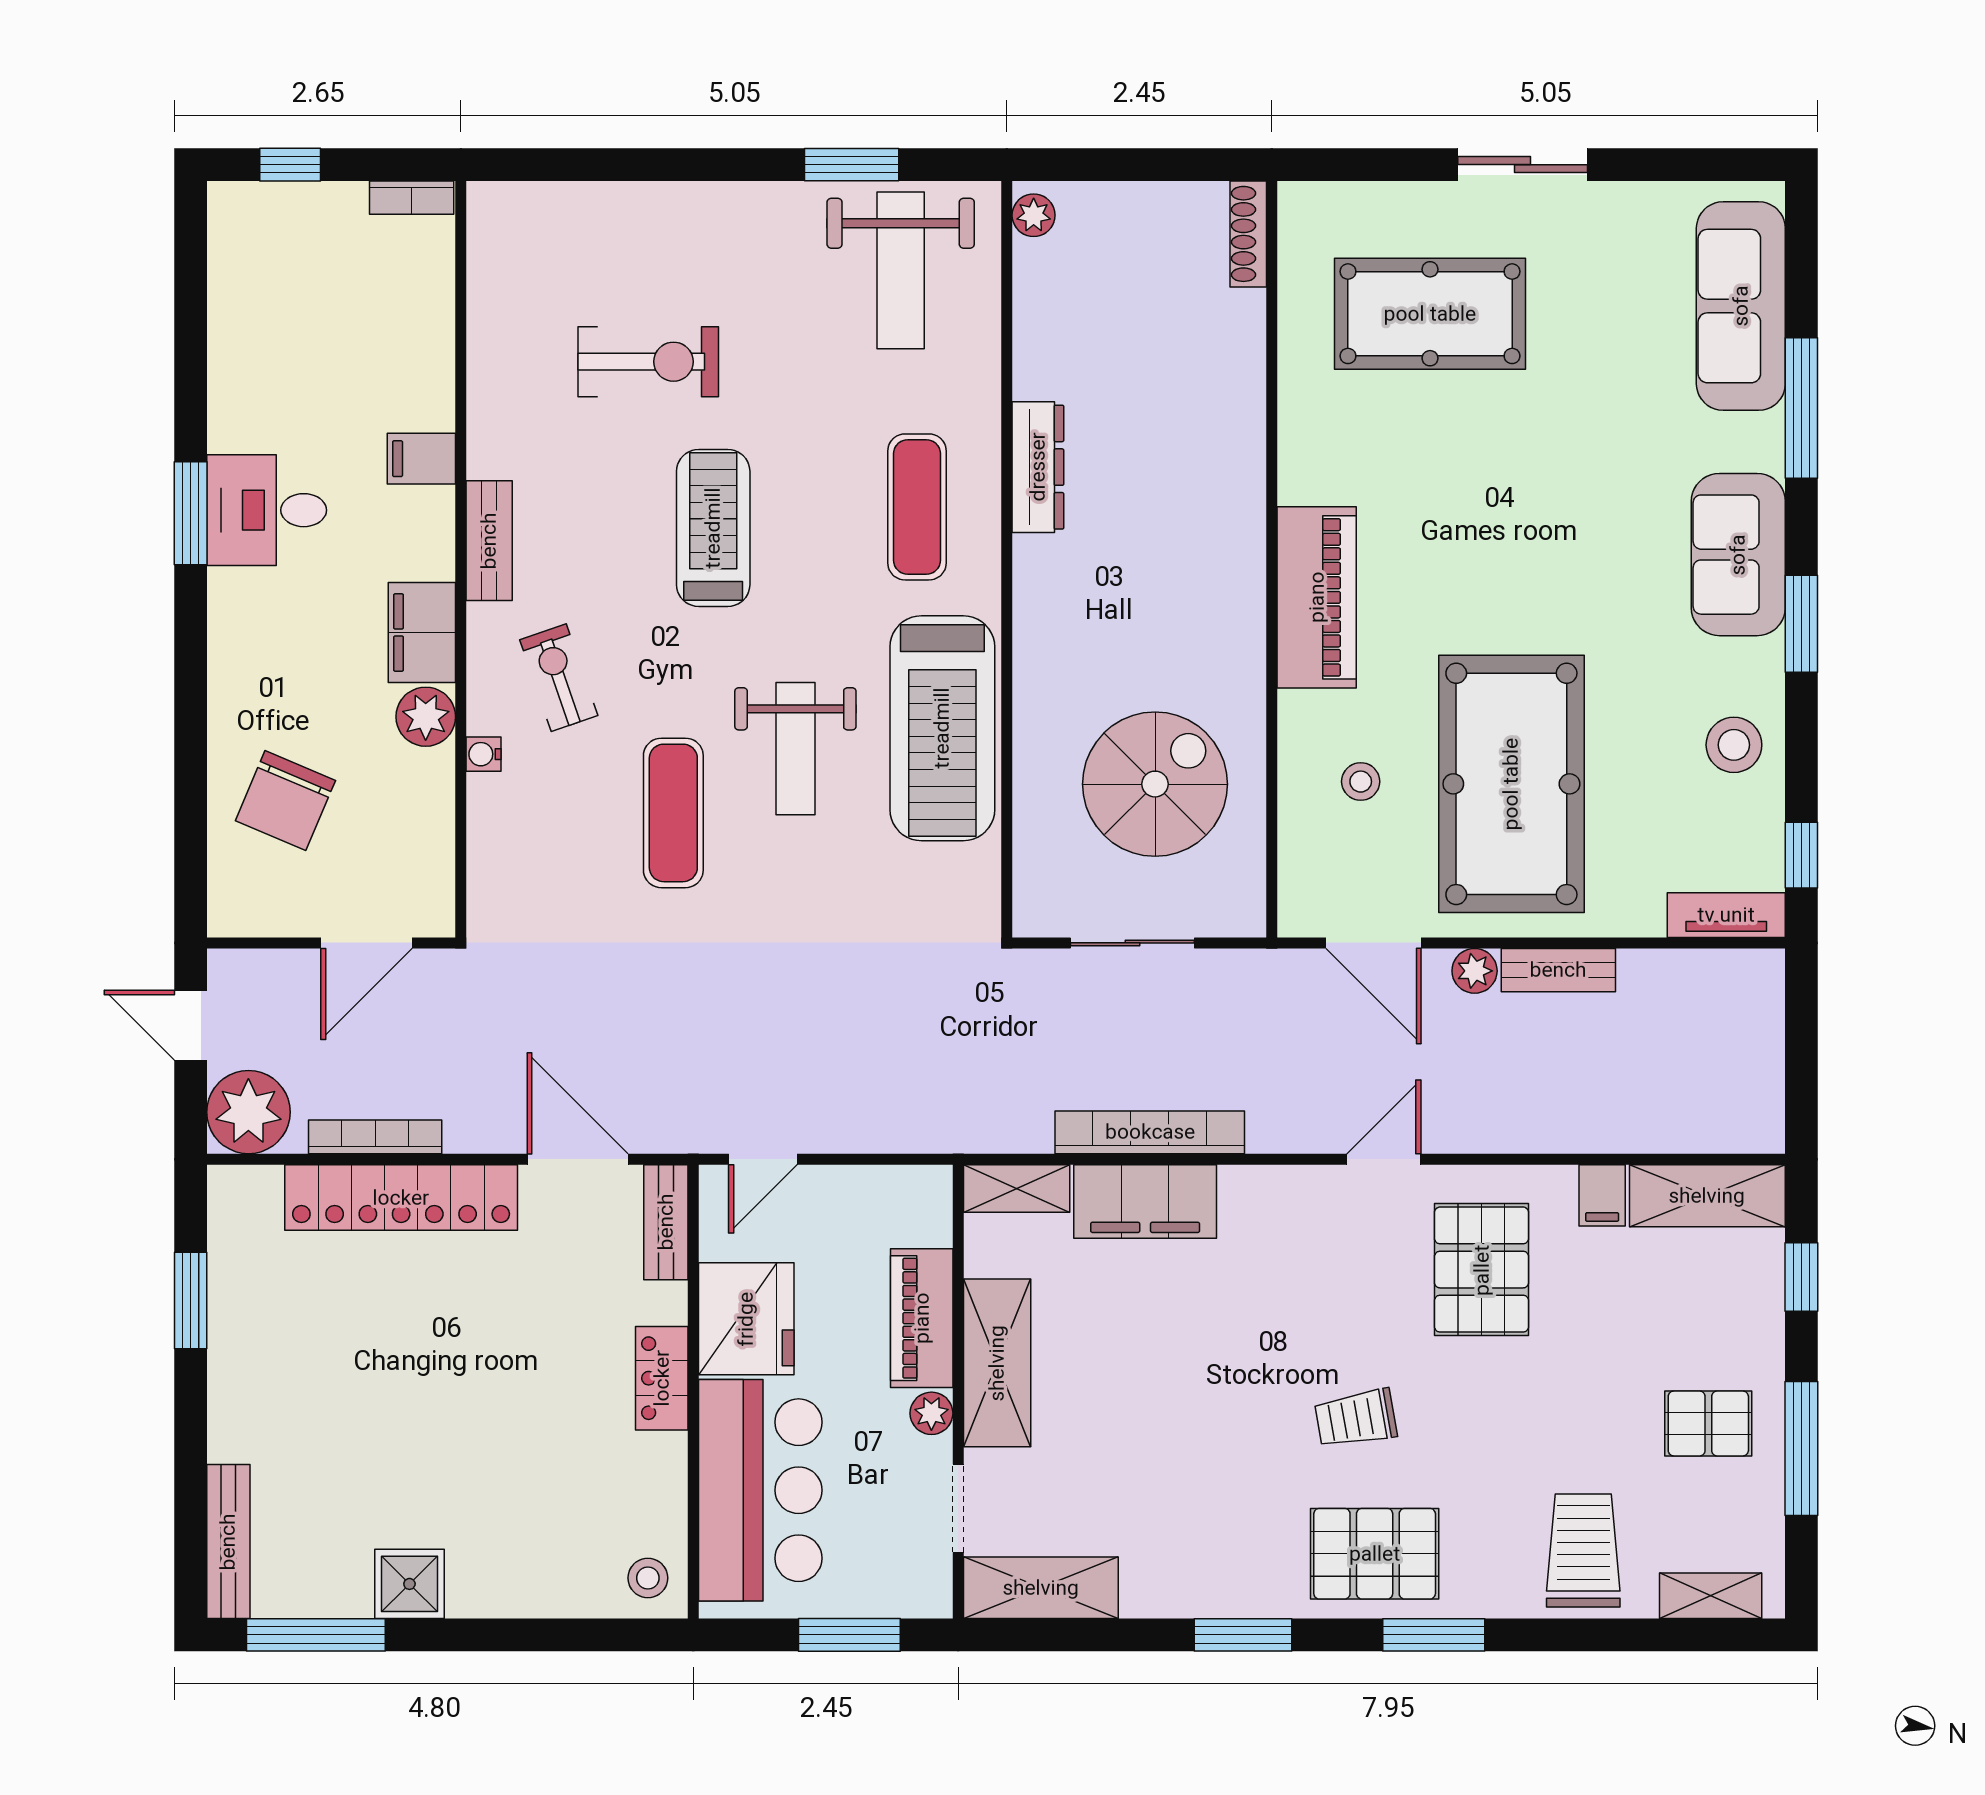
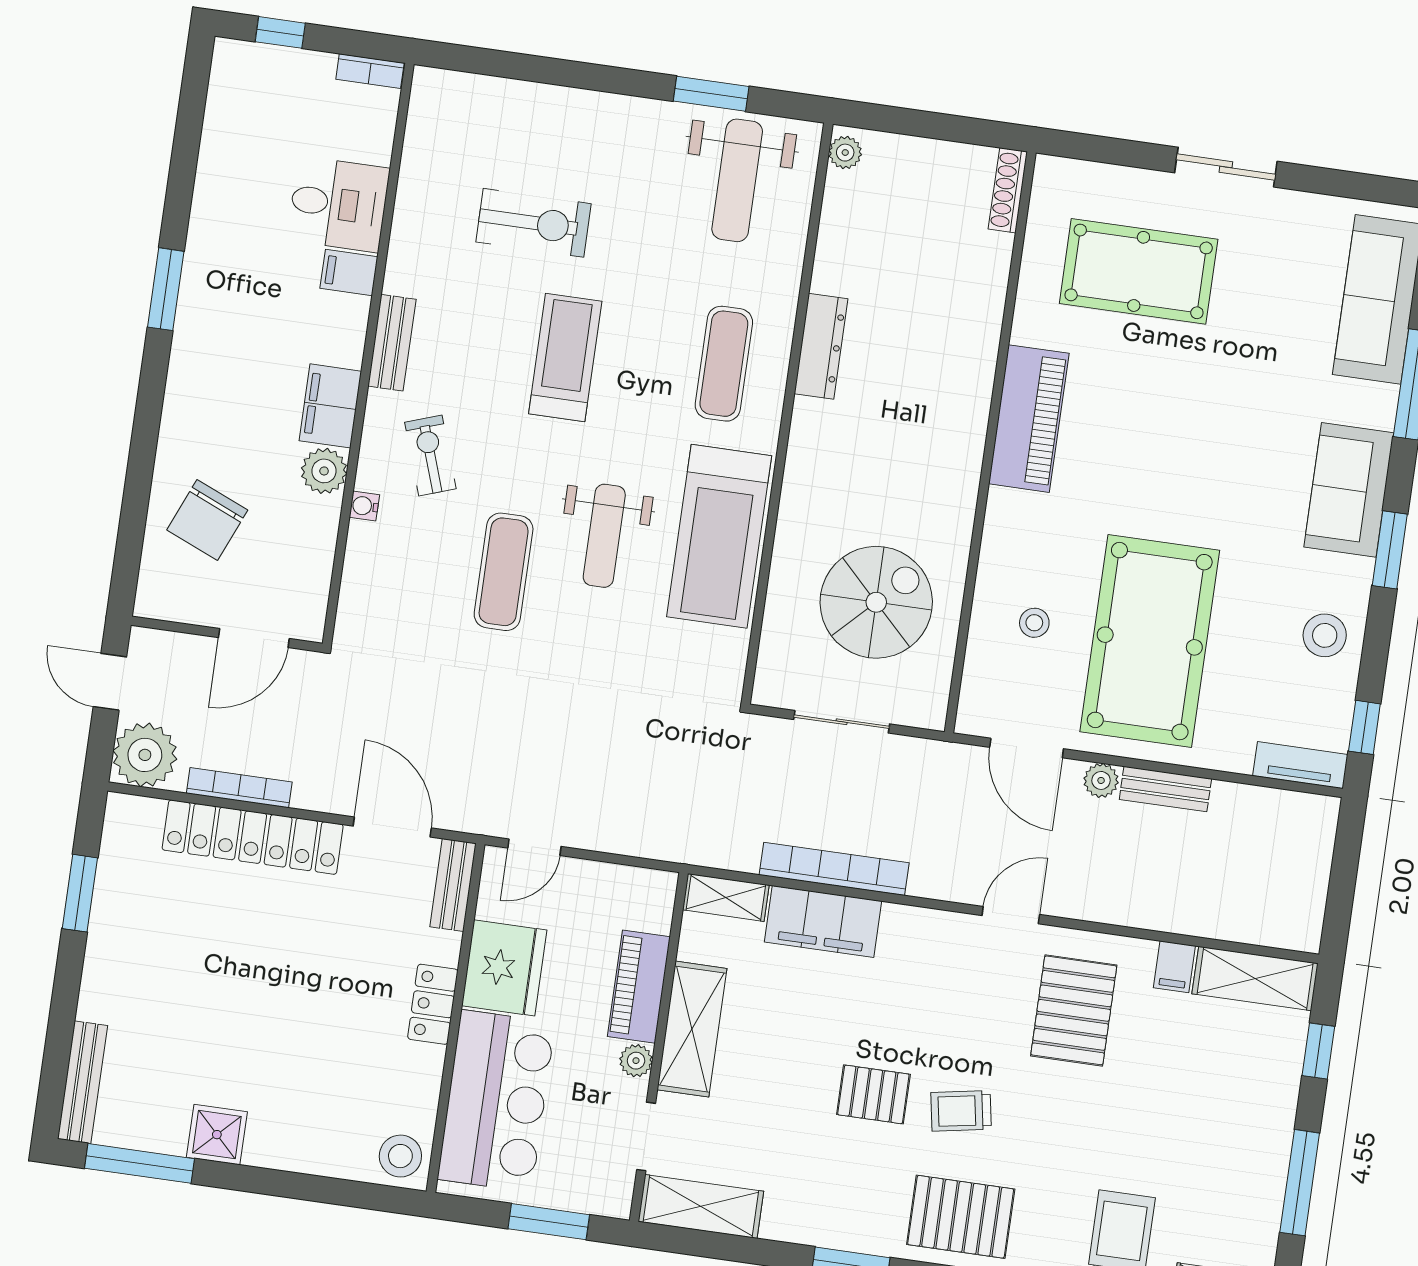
desk: (267, 510) -> (338, 204), moved, turned 180
piano: (1317, 597) -> (1029, 419), moved
pallet: (1708, 1424) -> (873, 1094), moved
stool: (648, 1578) -> (400, 1156), width x1.37, depth x1.37

